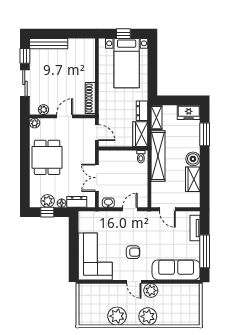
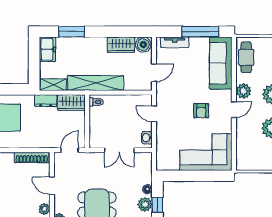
boiler: (193, 159) -> (143, 45), moved
dresser: (77, 202) -> (146, 173), removed
armchair: (133, 252) -> (201, 111), turned 180
cafe table: (181, 293) -> (246, 57), added

